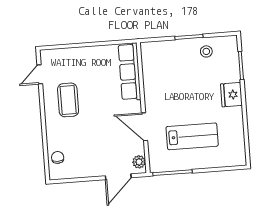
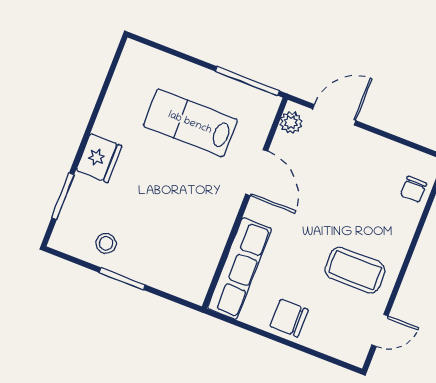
chair: (91, 58) -> (289, 318), added
coffee table: (68, 100) -> (355, 270), turned 90

